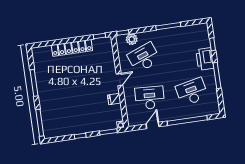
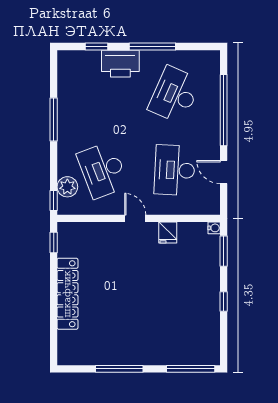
desk: (192, 92) -> (175, 95), turned 36

